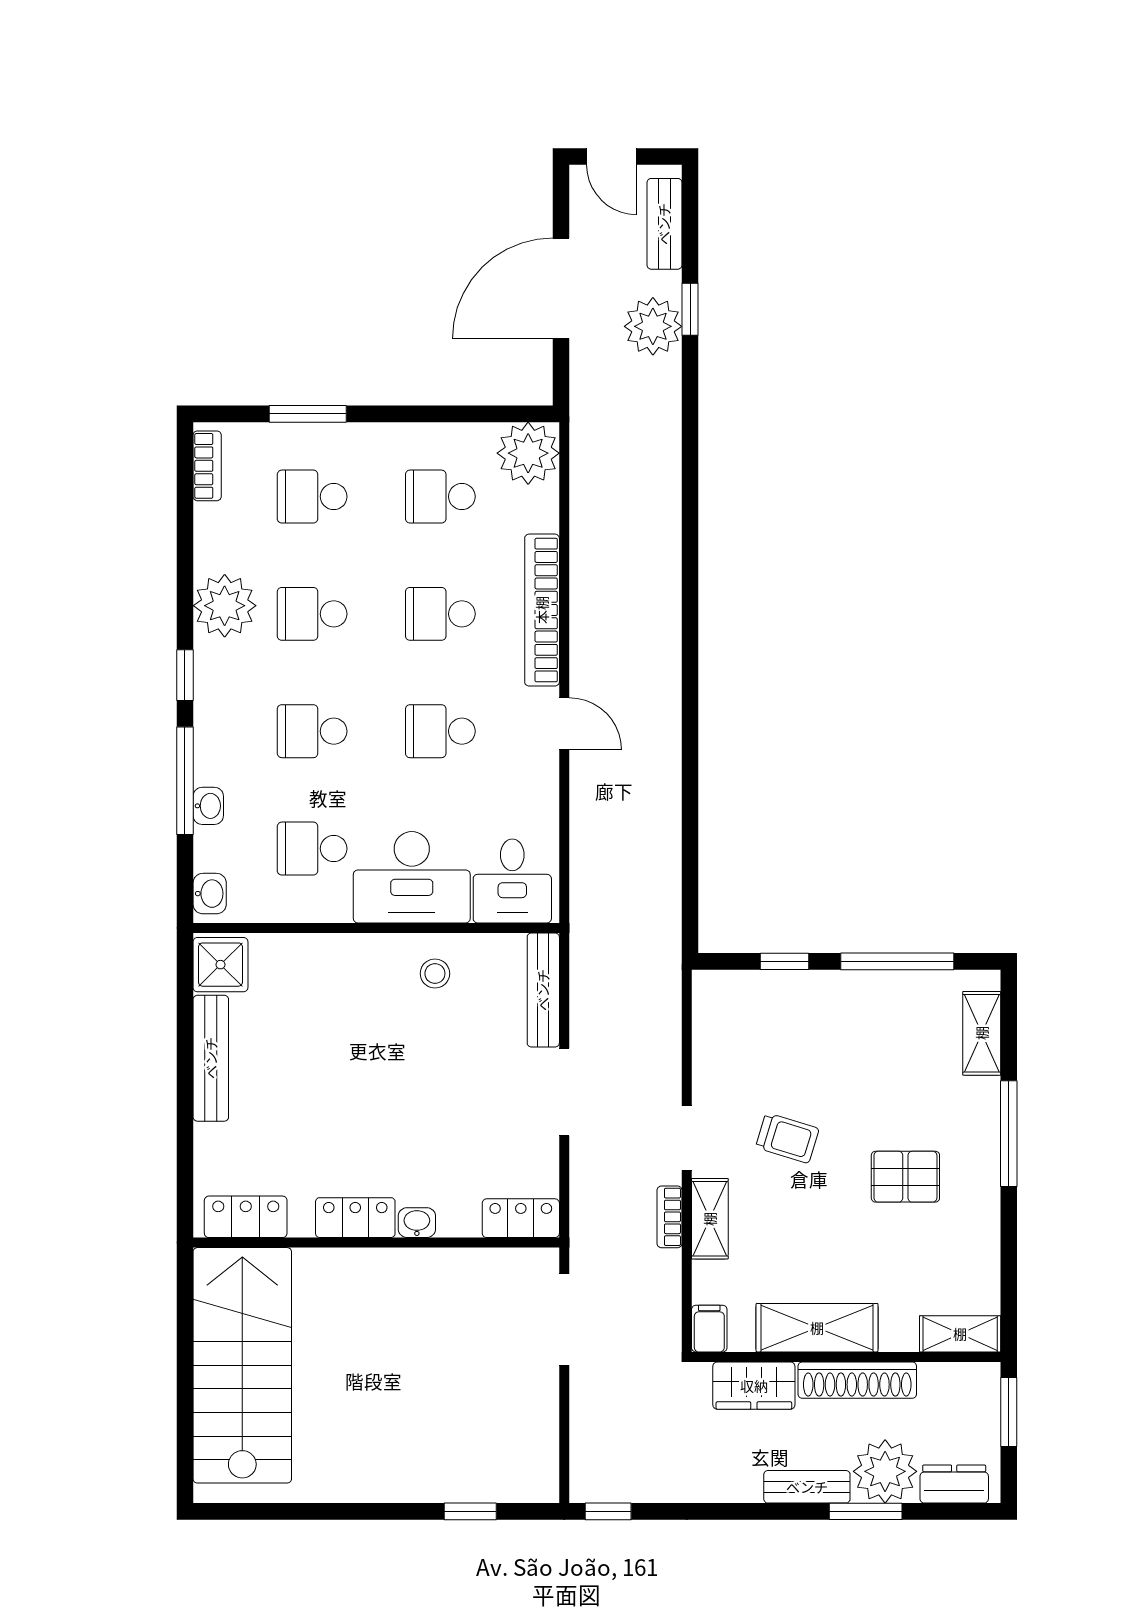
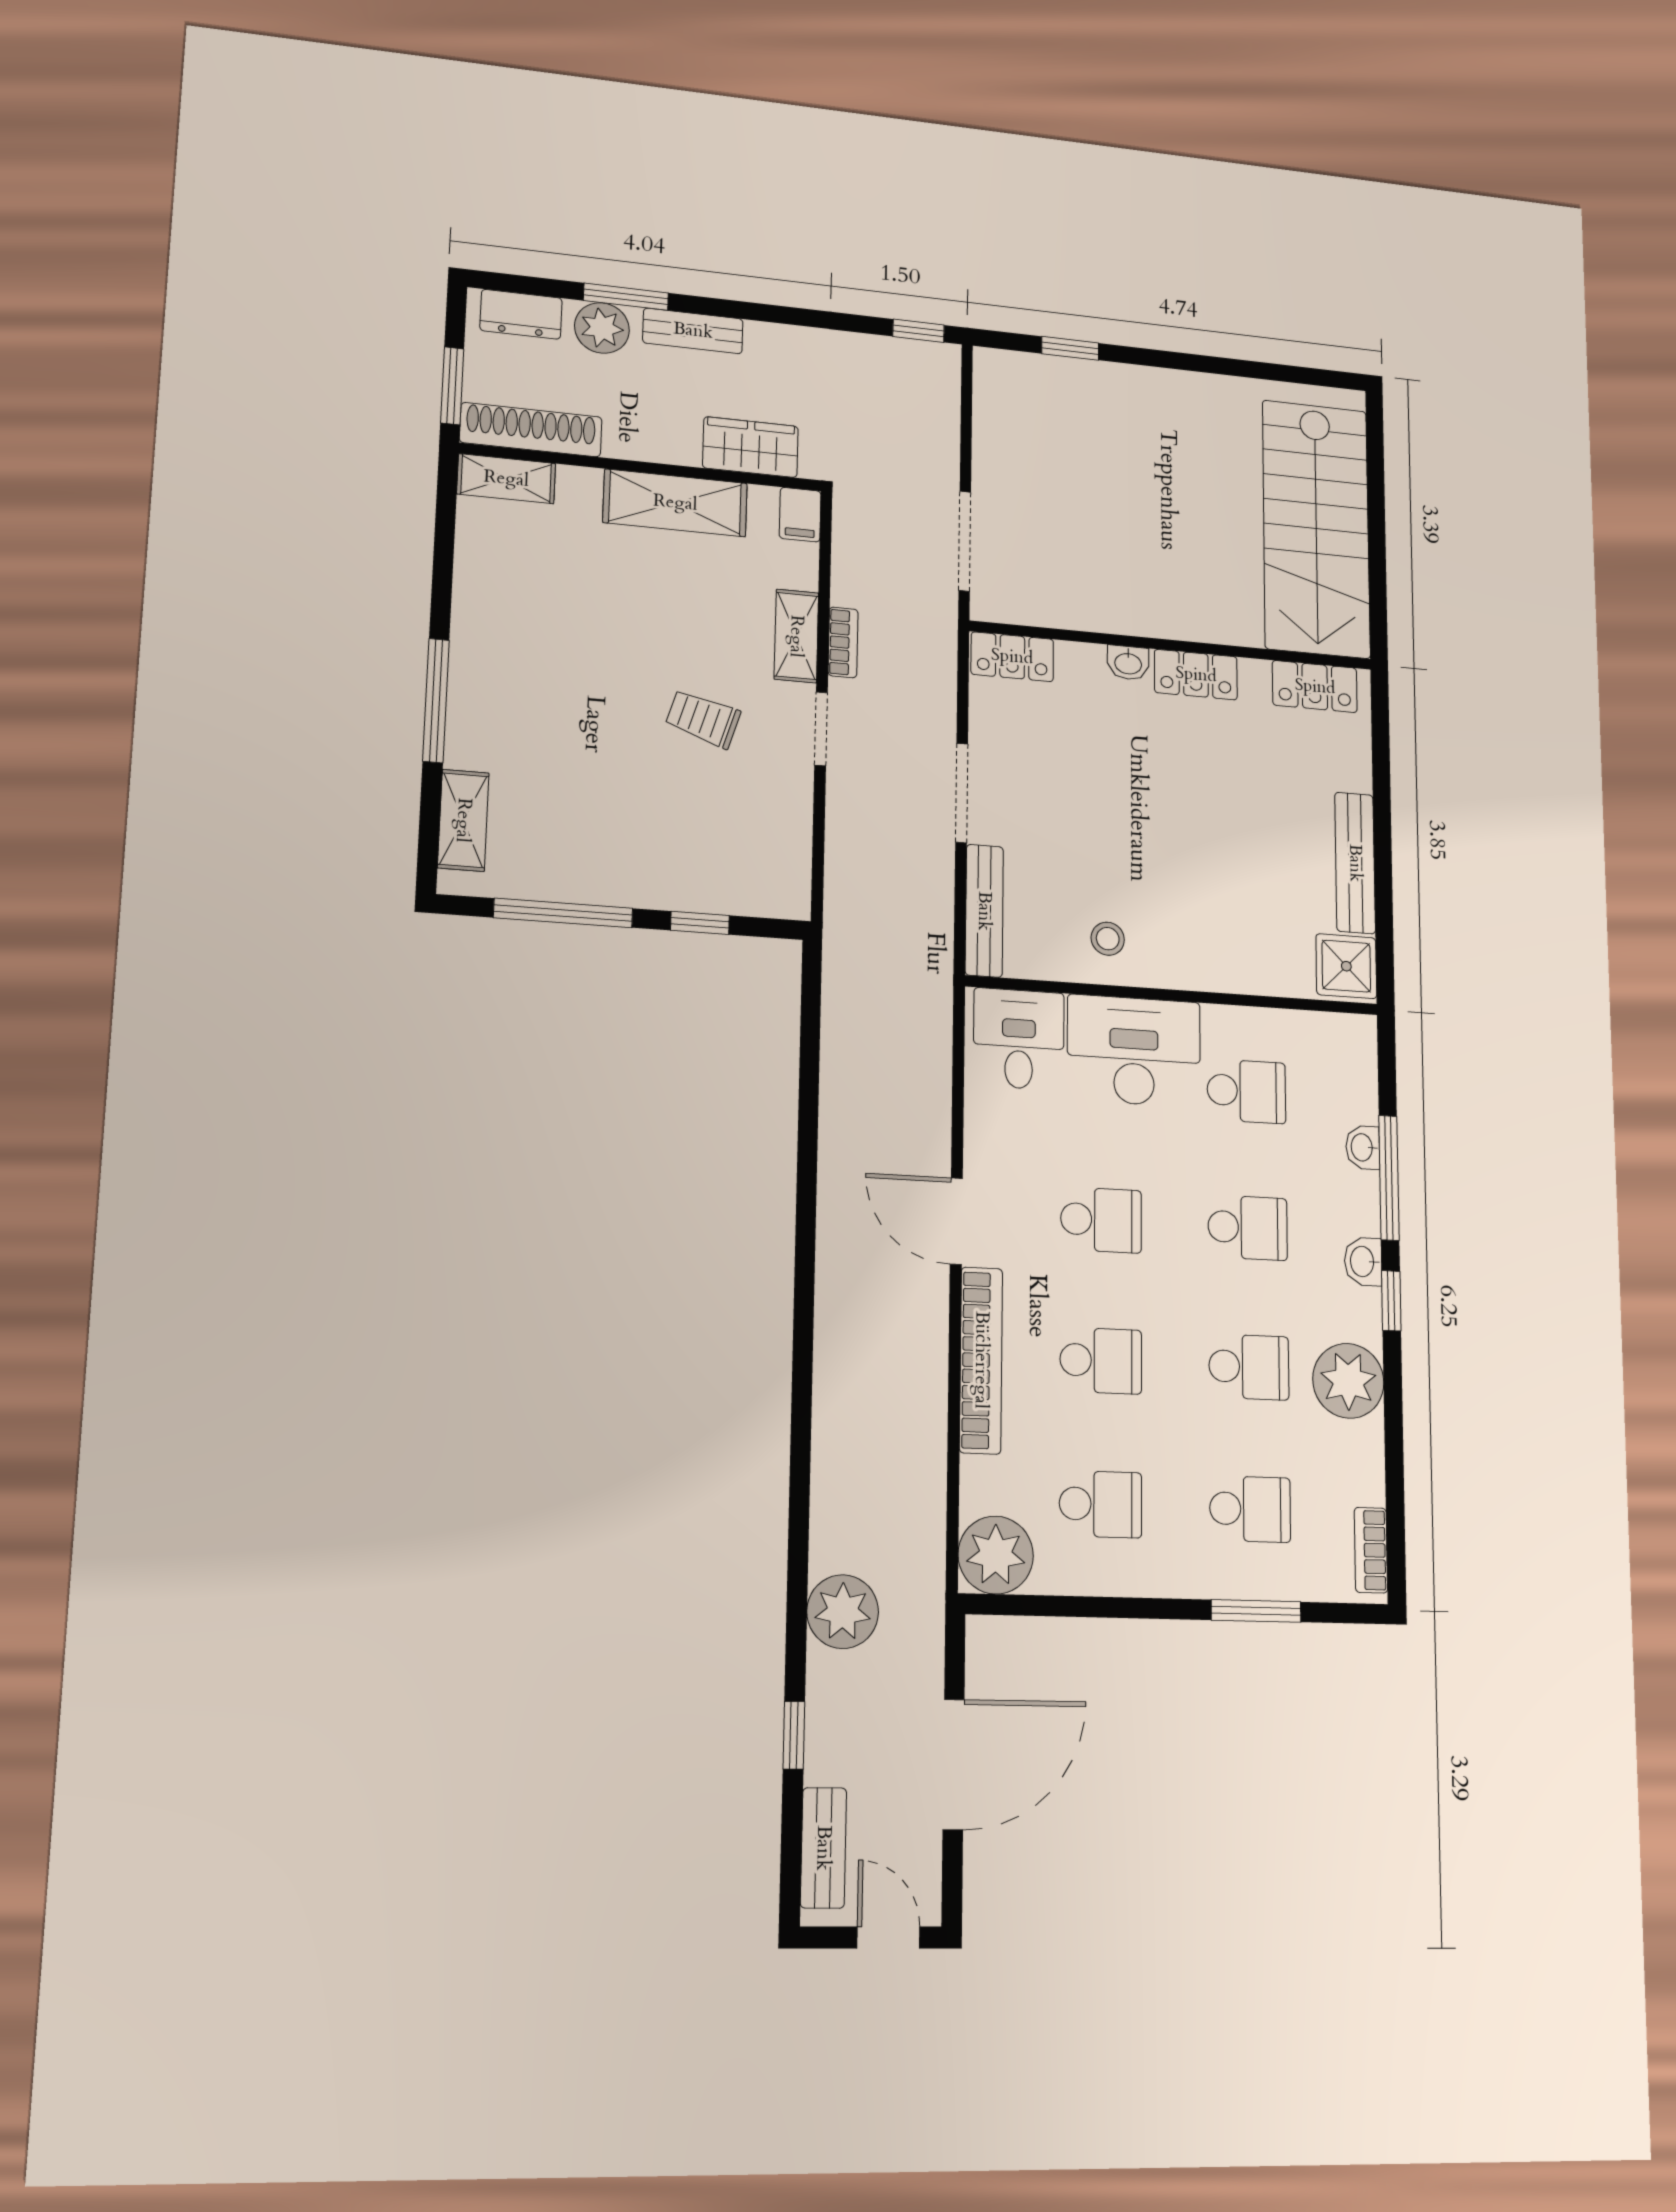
plant: (653, 326) -> (843, 1612), moved
door: (564, 724) -> (956, 1221), width x1.38
washbasin: (210, 894) -> (1363, 1262), moved
pallet: (905, 1177) -> (564, 662), removed
shoe rack: (857, 1380) -> (531, 430), moved
plant: (885, 1471) -> (602, 328), width x0.73, depth x0.73

